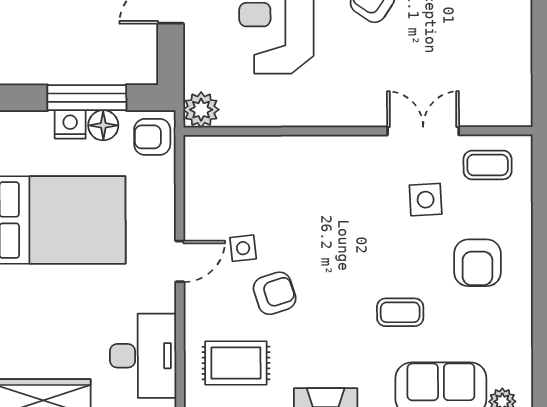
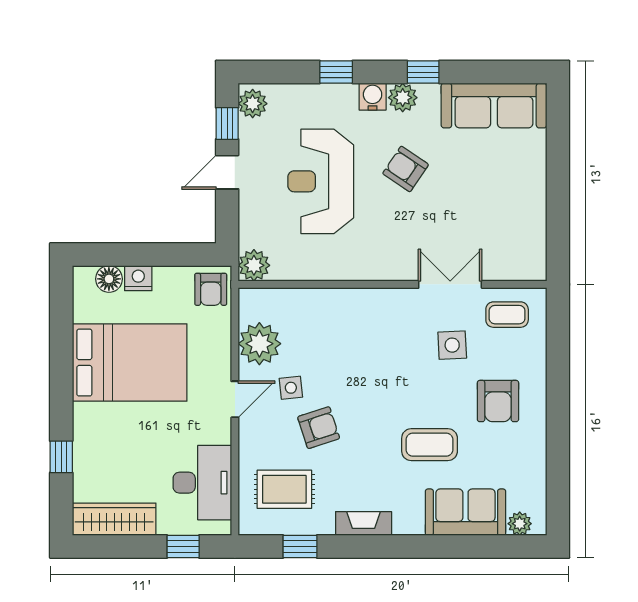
window: (87, 98) -> (153, 255), removed
floor lamp: (103, 125) -> (109, 279), moved
armchair: (152, 137) -> (211, 289), turned -90
plant: (207, 198) -> (259, 344), added
coffee table: (400, 312) -> (430, 445), width x1.36, depth x1.30

